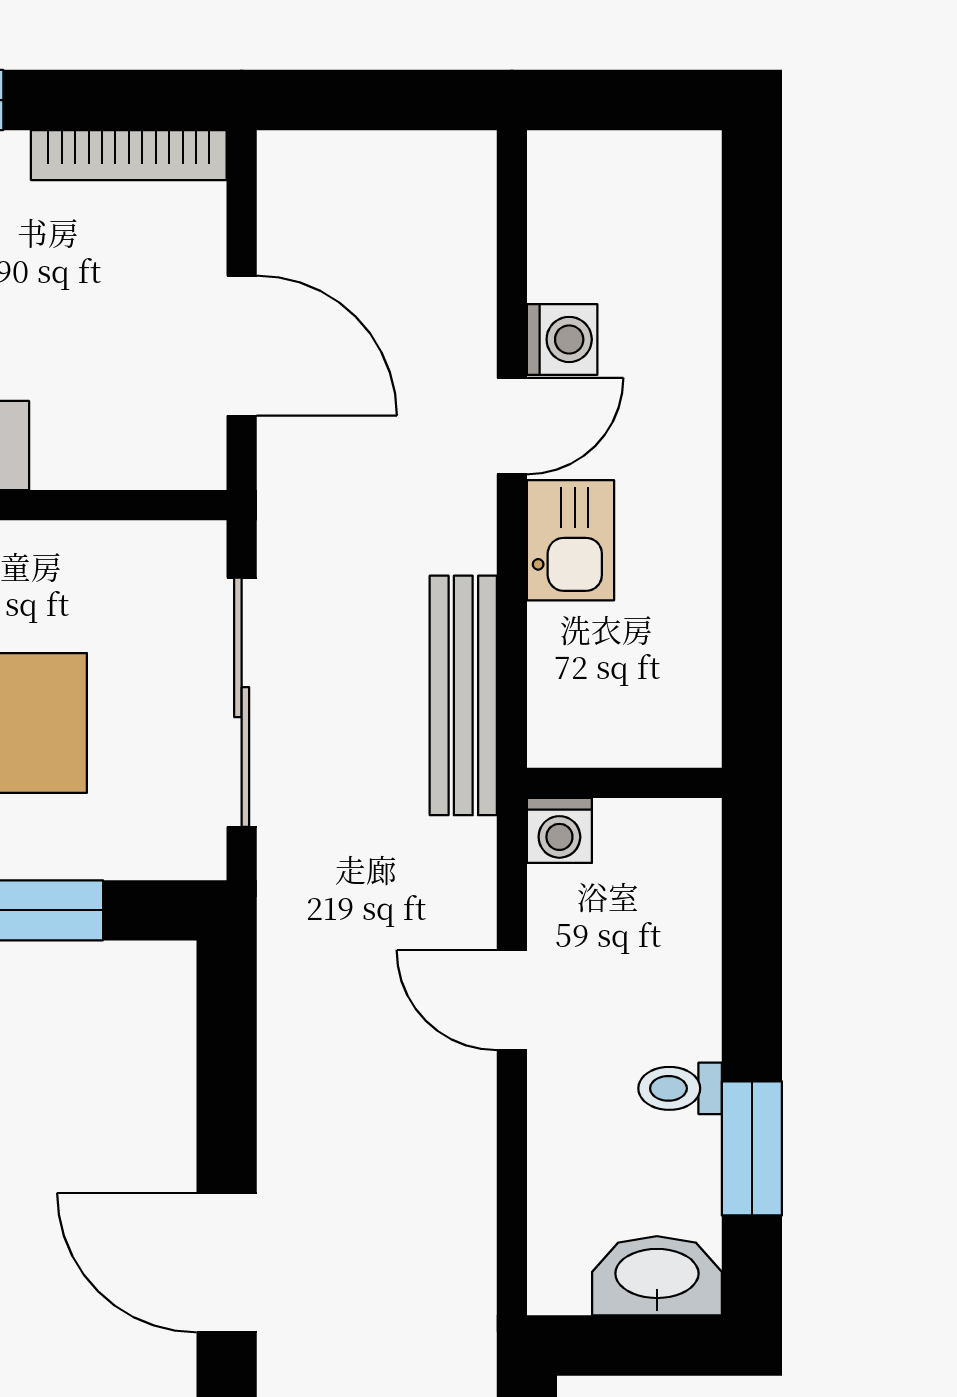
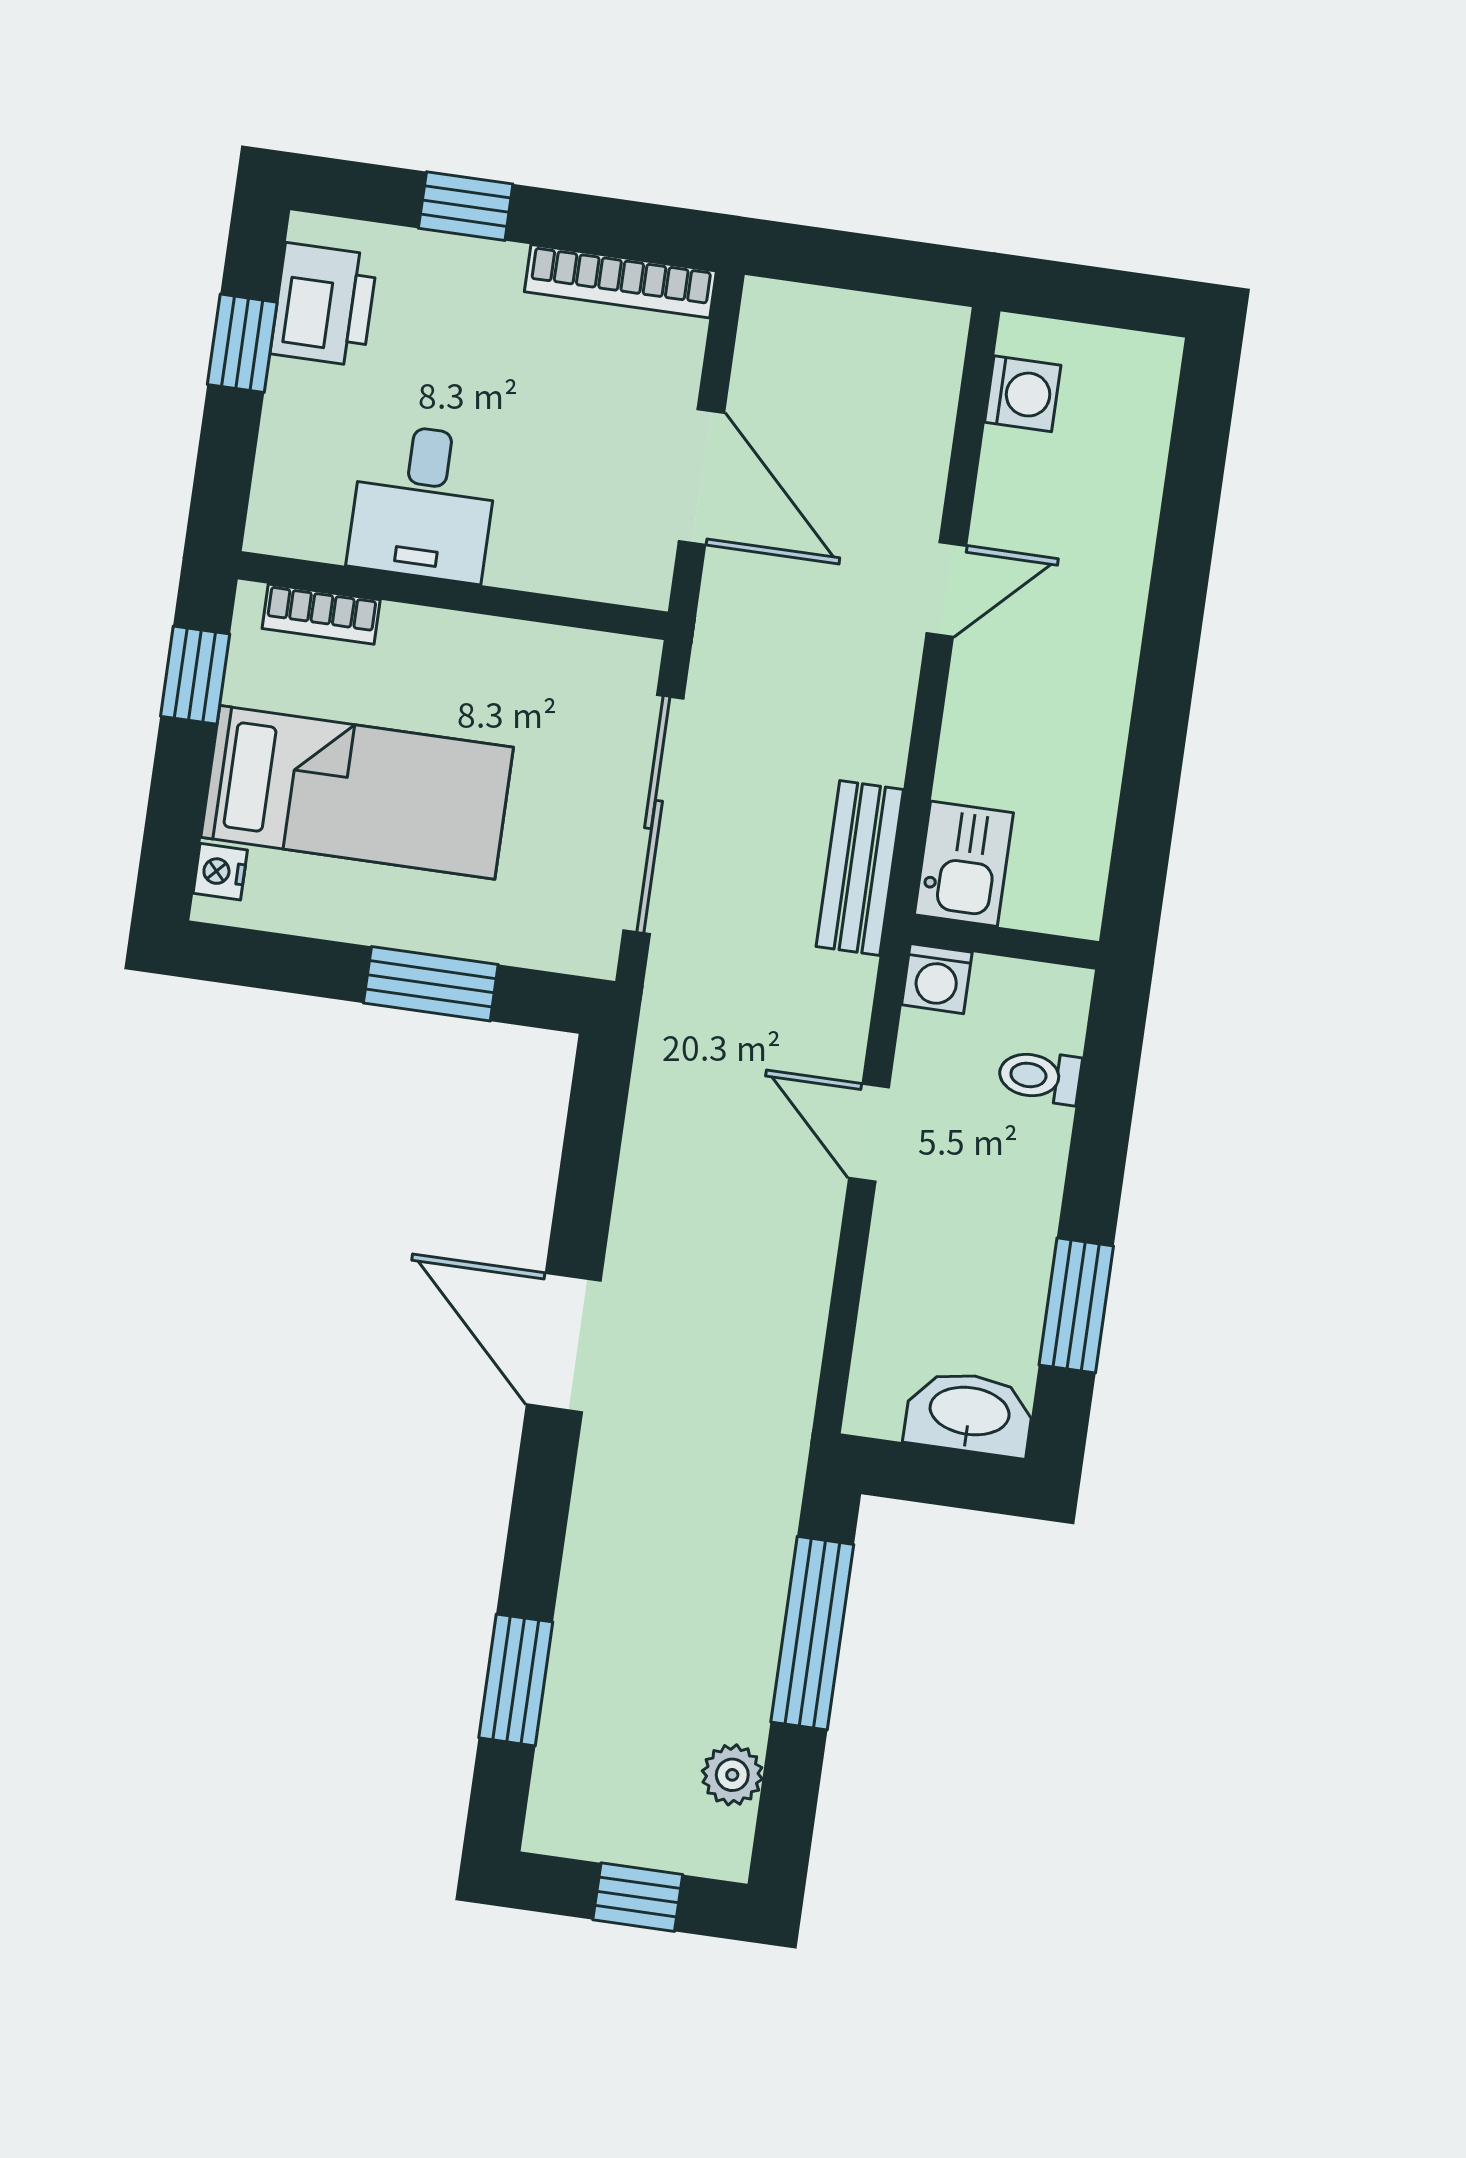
washing machine: (562, 339) -> (1023, 394), moved
kitchen sink: (570, 540) -> (964, 864), moved
bench: (463, 695) -> (860, 868), width x0.73
toilet: (680, 1088) -> (1040, 1076), moved

